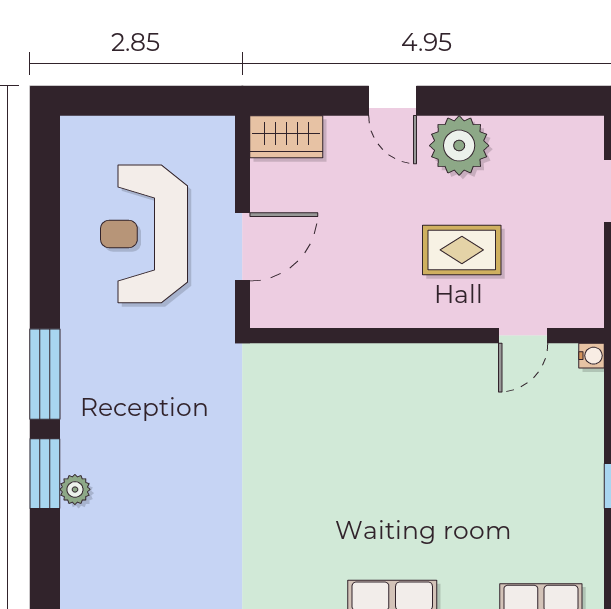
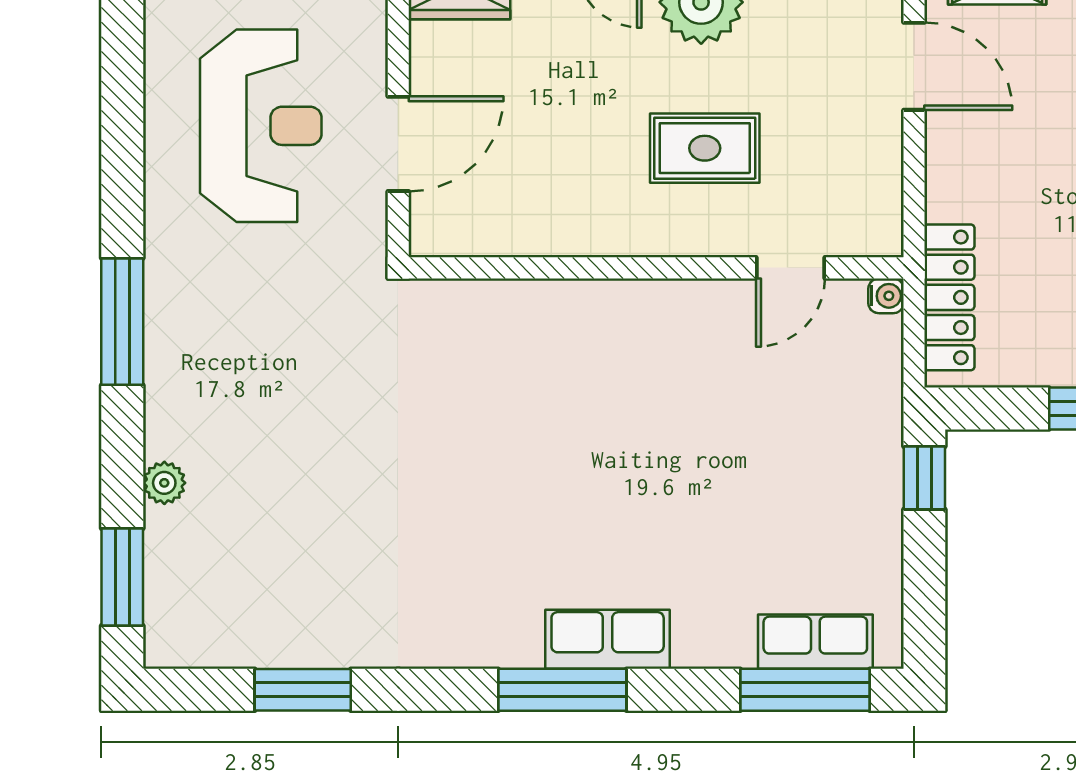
reception desk: (144, 234) -> (261, 126), turned 180
window: (45, 474) -> (122, 577), moved

